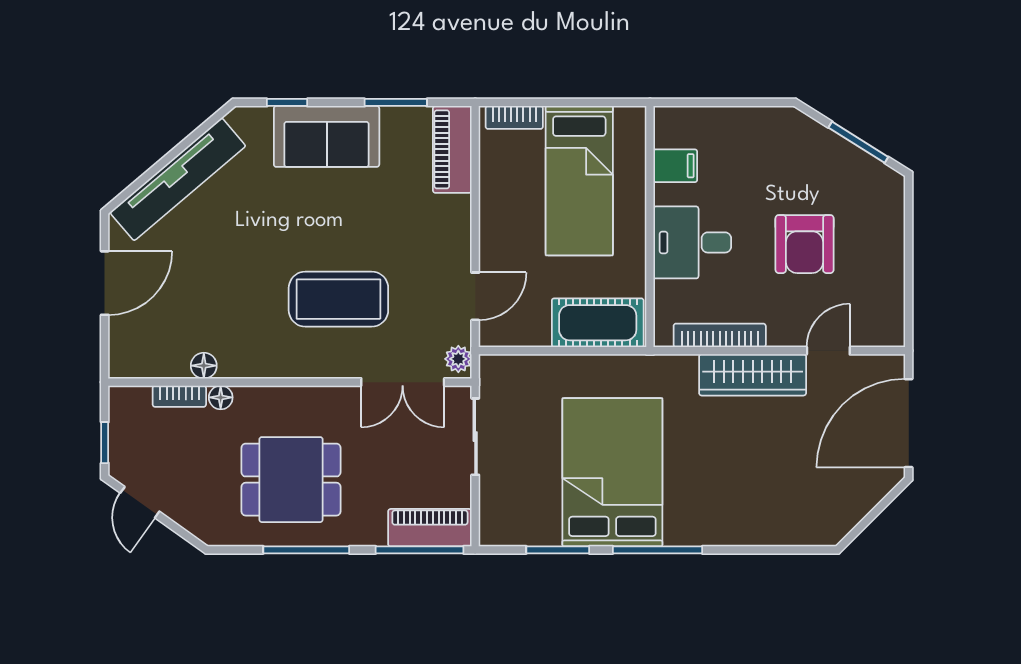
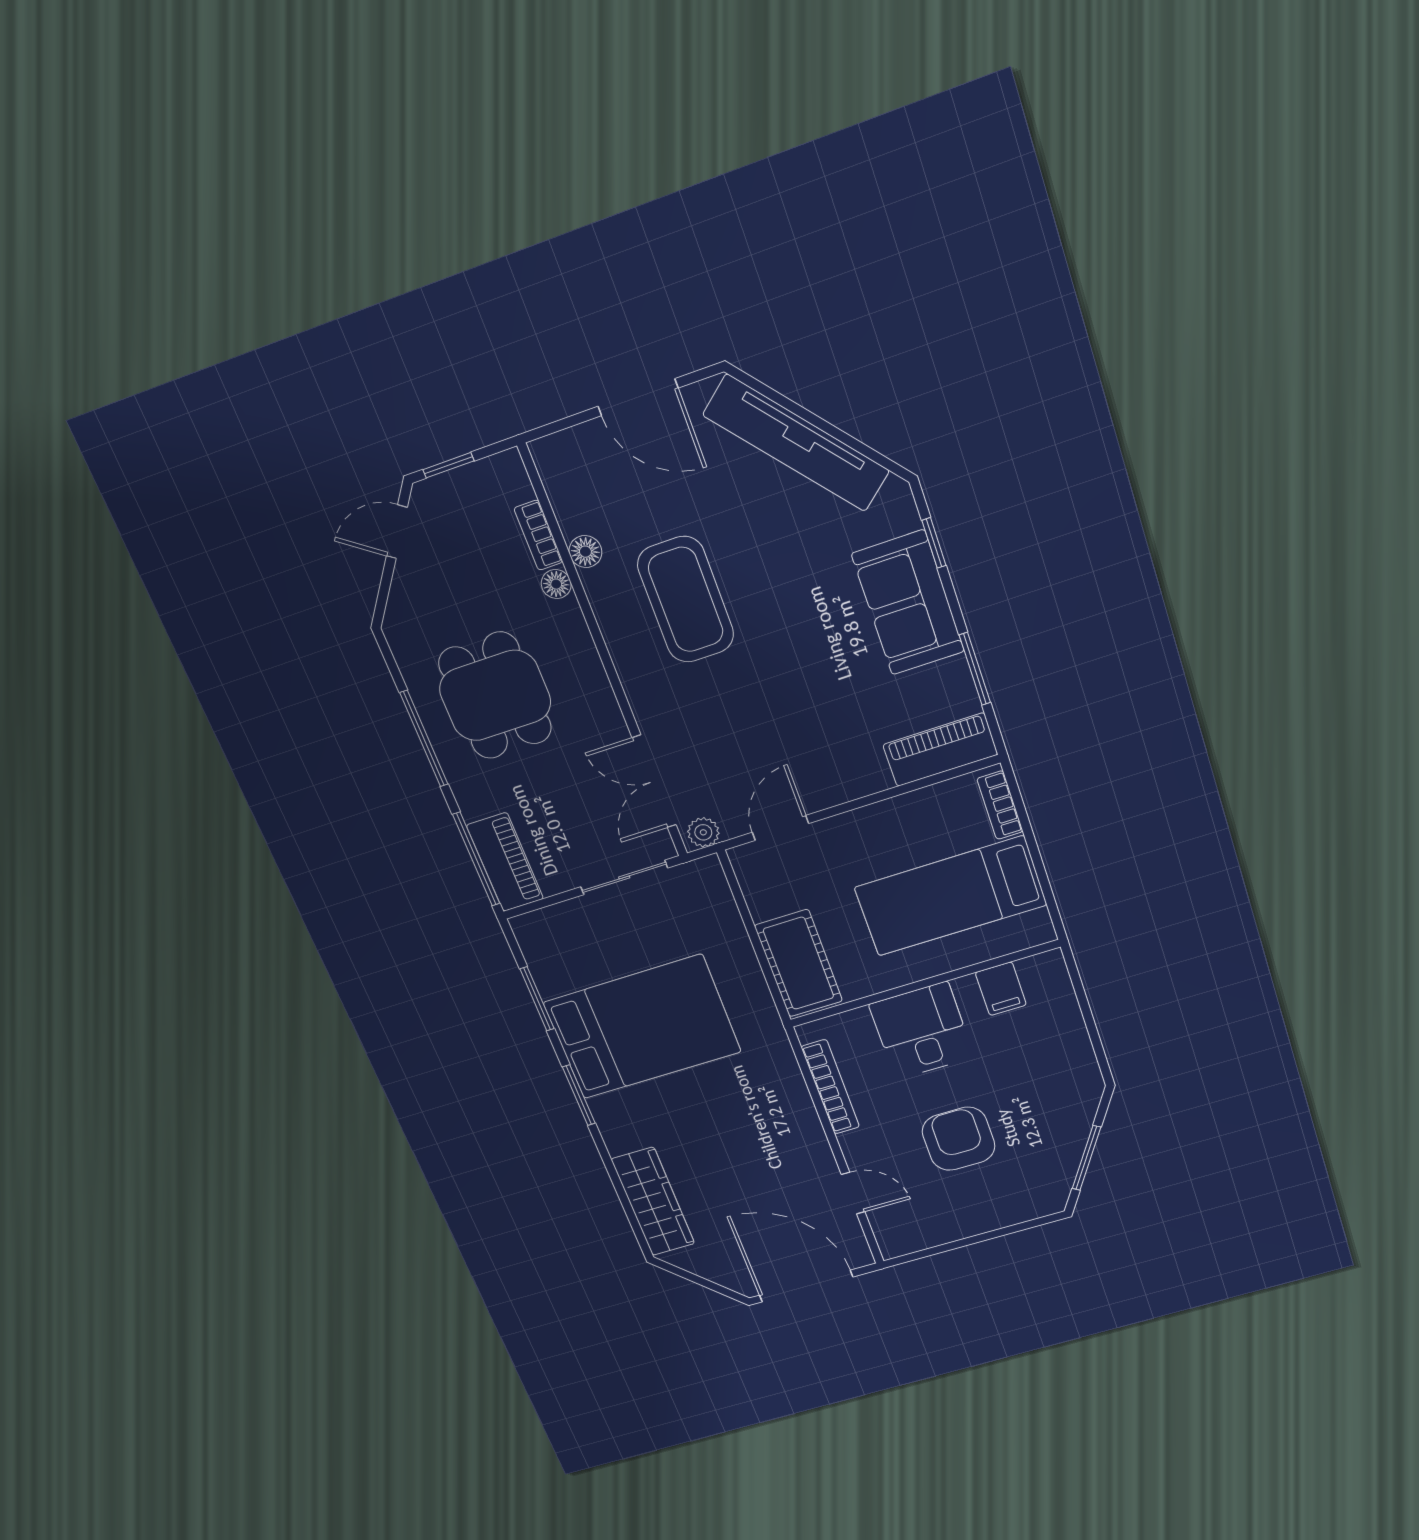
armchair: (805, 244) -> (959, 1139), turned 90
door: (475, 296) -> (780, 828), swing flipped
coffee table: (338, 299) -> (686, 600), moved
wardrobe: (753, 375) -> (653, 1202), moved, turned 180
window: (658, 550) -> (579, 1095), width x0.69

